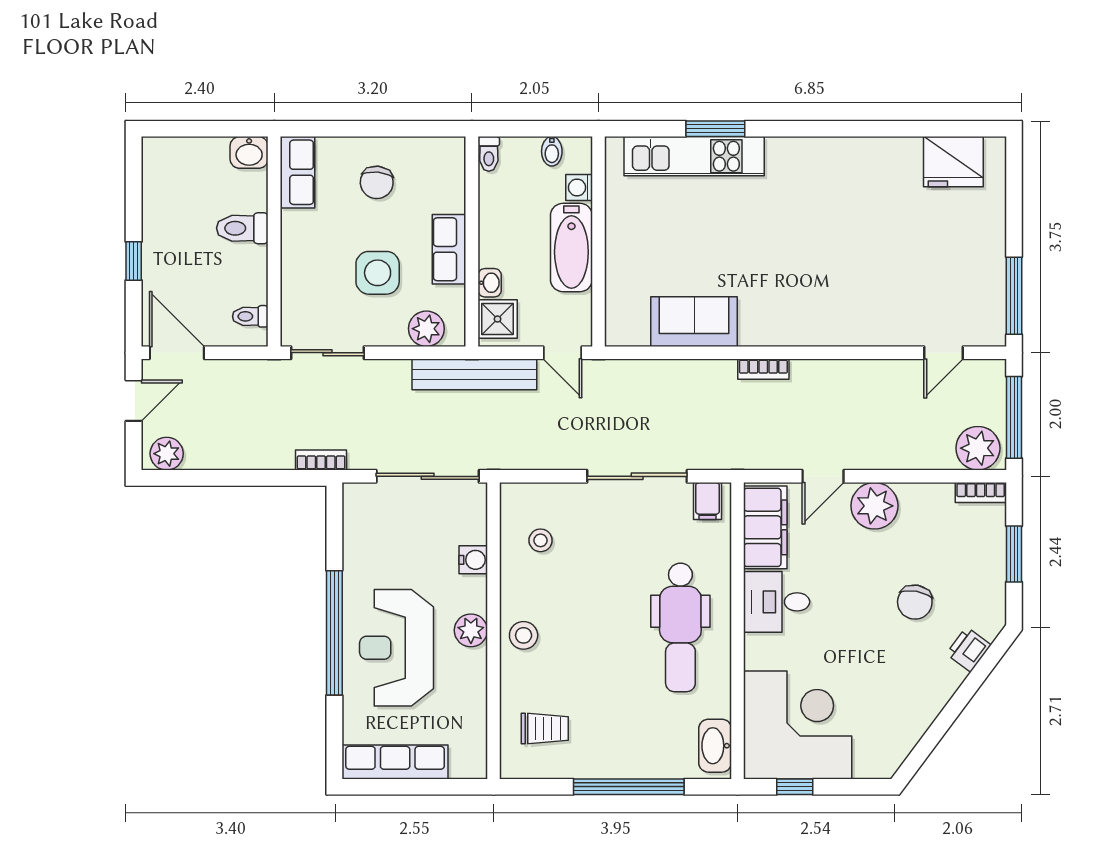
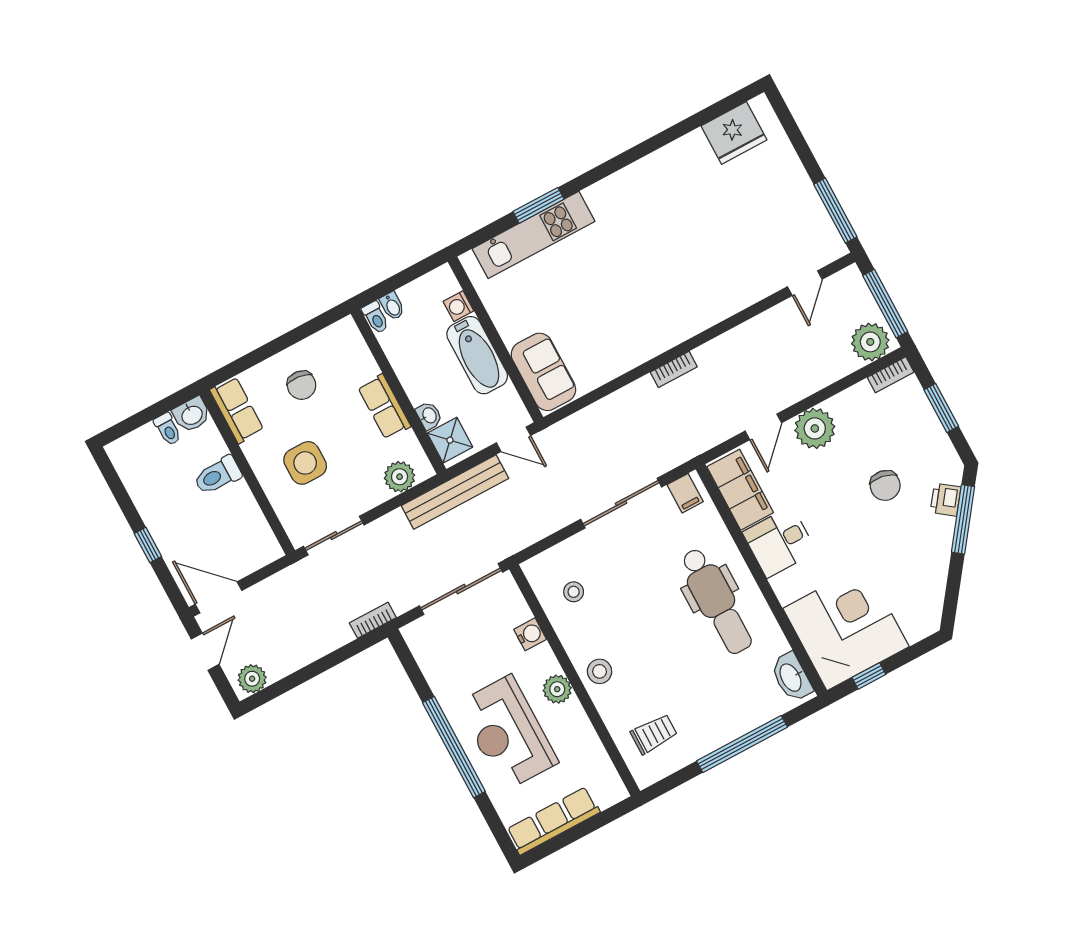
bidet: (552, 151) -> (392, 306), moved
side table: (378, 273) -> (305, 463), moved
toilet: (250, 316) -> (168, 429), moved, turned -90
sofa: (694, 322) -> (543, 372), moved, turned 90
window: (975, 679) -> (963, 519), added

